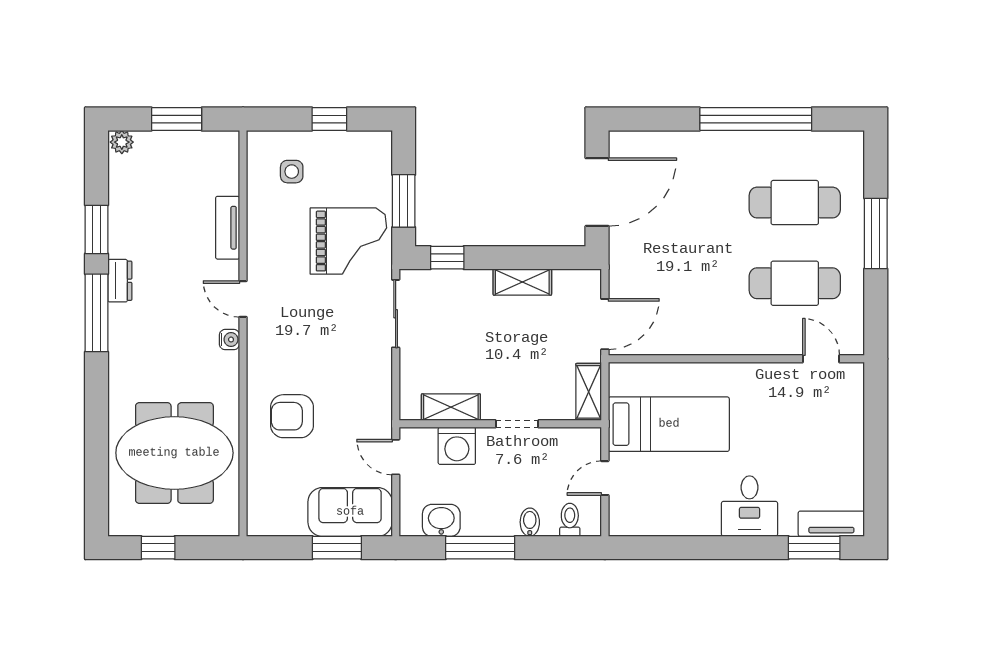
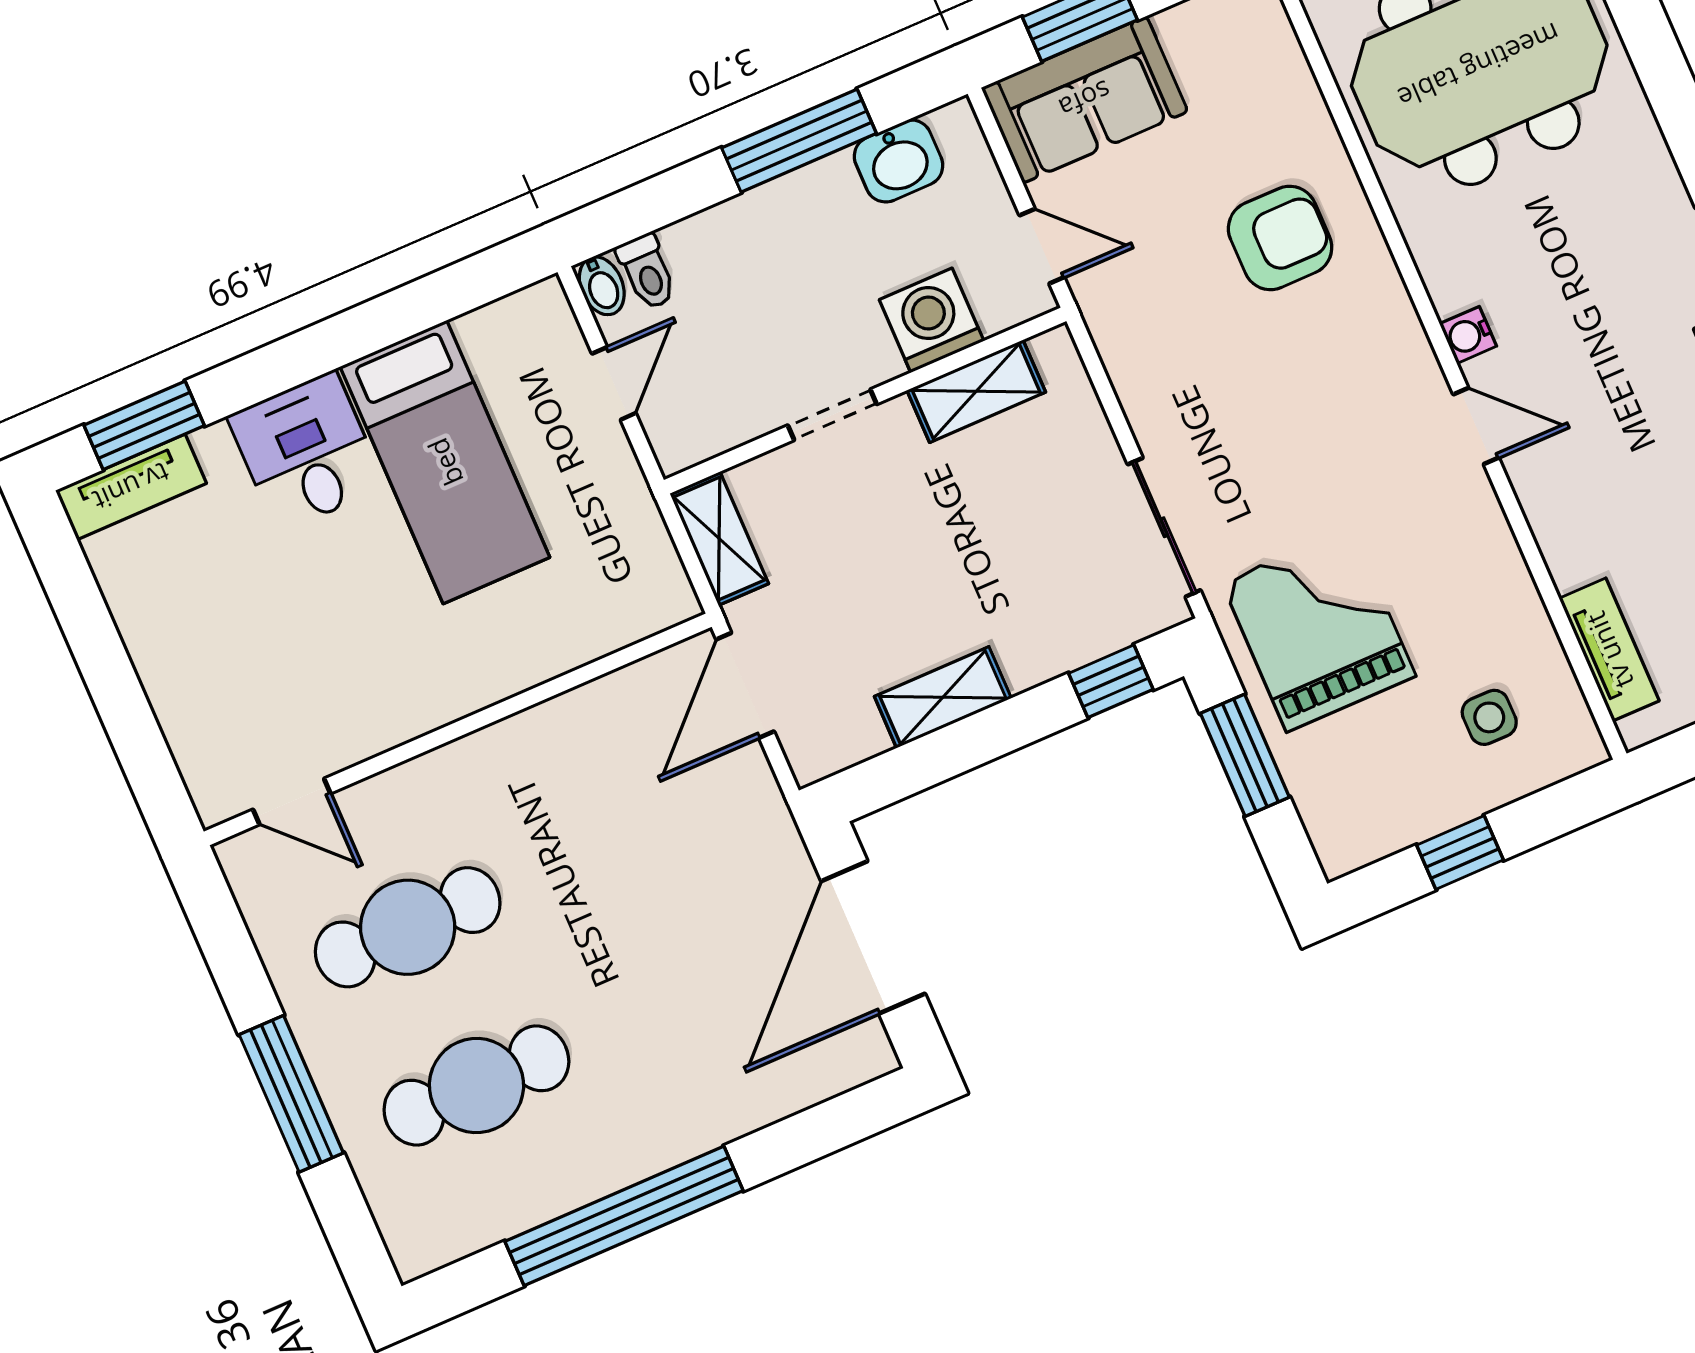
tv unit: (228, 228) -> (1609, 650), moved
grand piano: (348, 241) -> (1319, 629), turned 90
bed: (669, 424) -> (445, 462), moved, turned -90
bidet: (530, 522) -> (602, 286), moved

